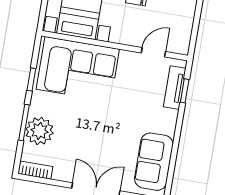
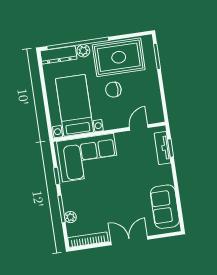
plant: (39, 131) -> (70, 217), width x0.53, depth x0.53
bookcase: (35, 170) -> (88, 240), width x1.56

